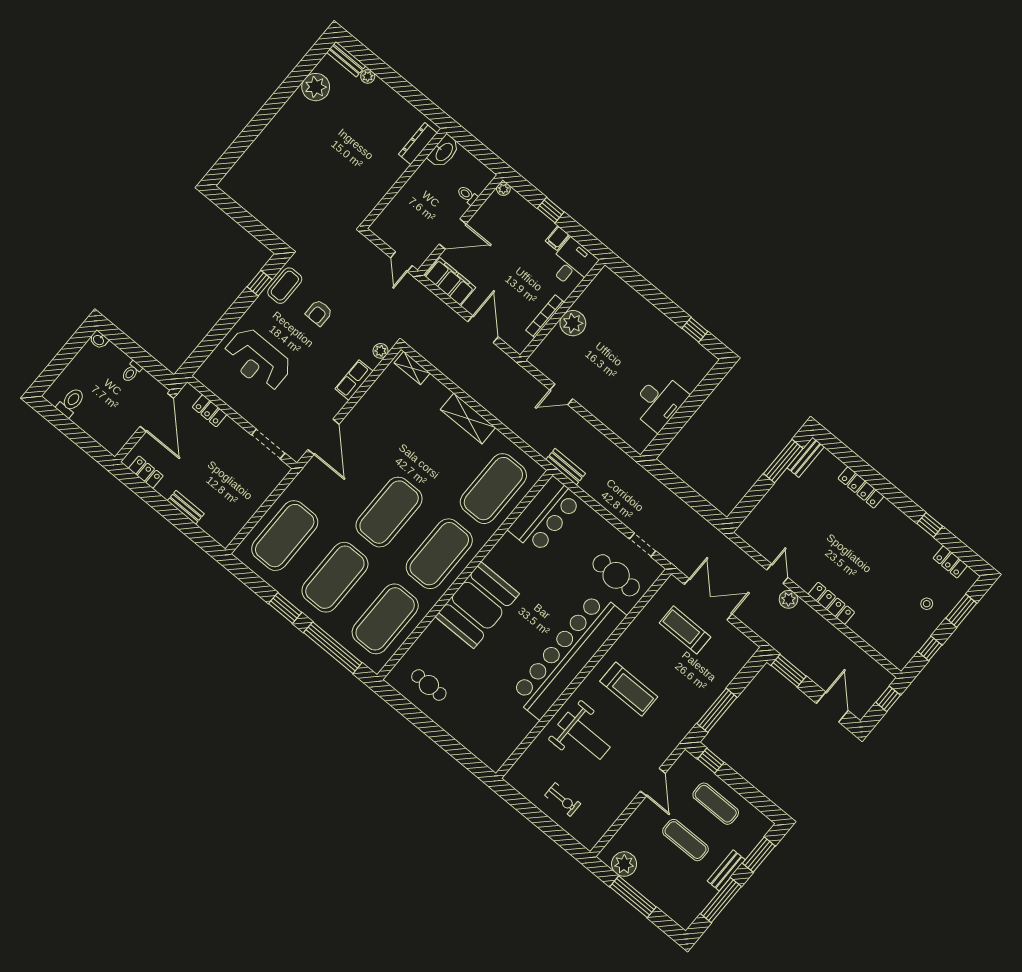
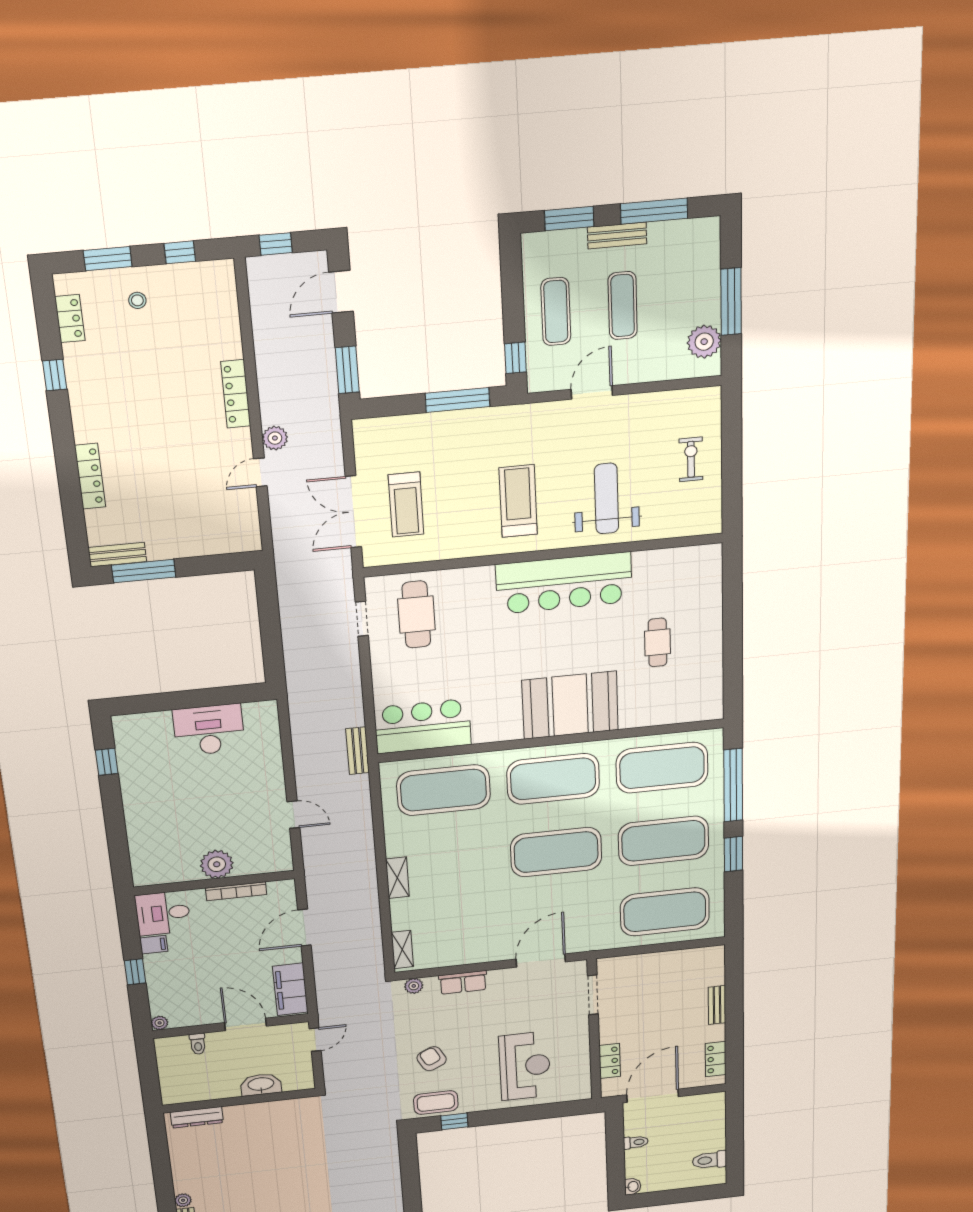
washbasin: (444, 152) -> (261, 1085), moved
armchair: (319, 313) -> (432, 1059), turned -117
shelving: (468, 419) -> (397, 878), width x0.67, depth x0.75
bar counter: (568, 655) -> (564, 583), width x0.73
cafe table: (429, 685) -> (658, 642), moved

